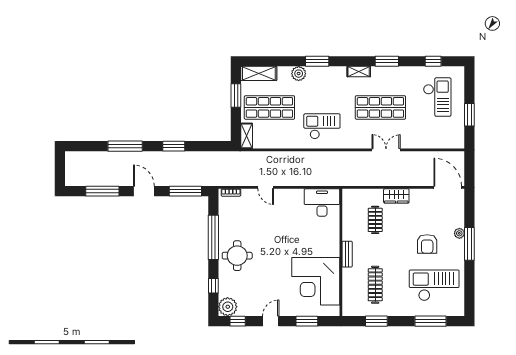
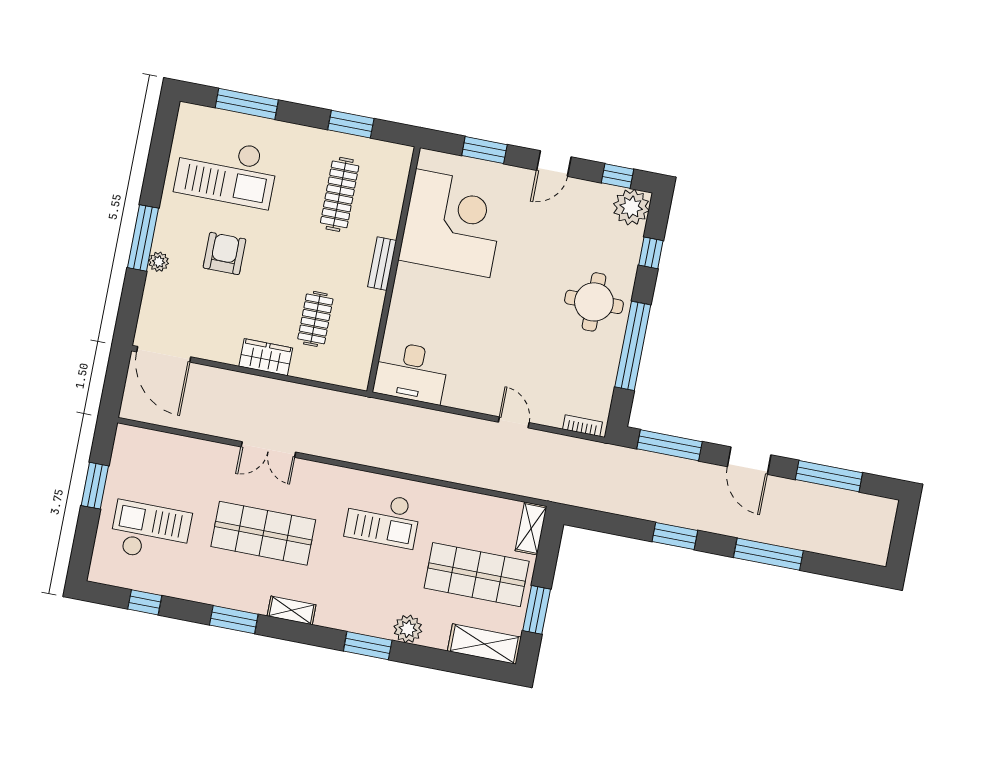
checkout: (437, 97) -> (150, 532), turned 90

